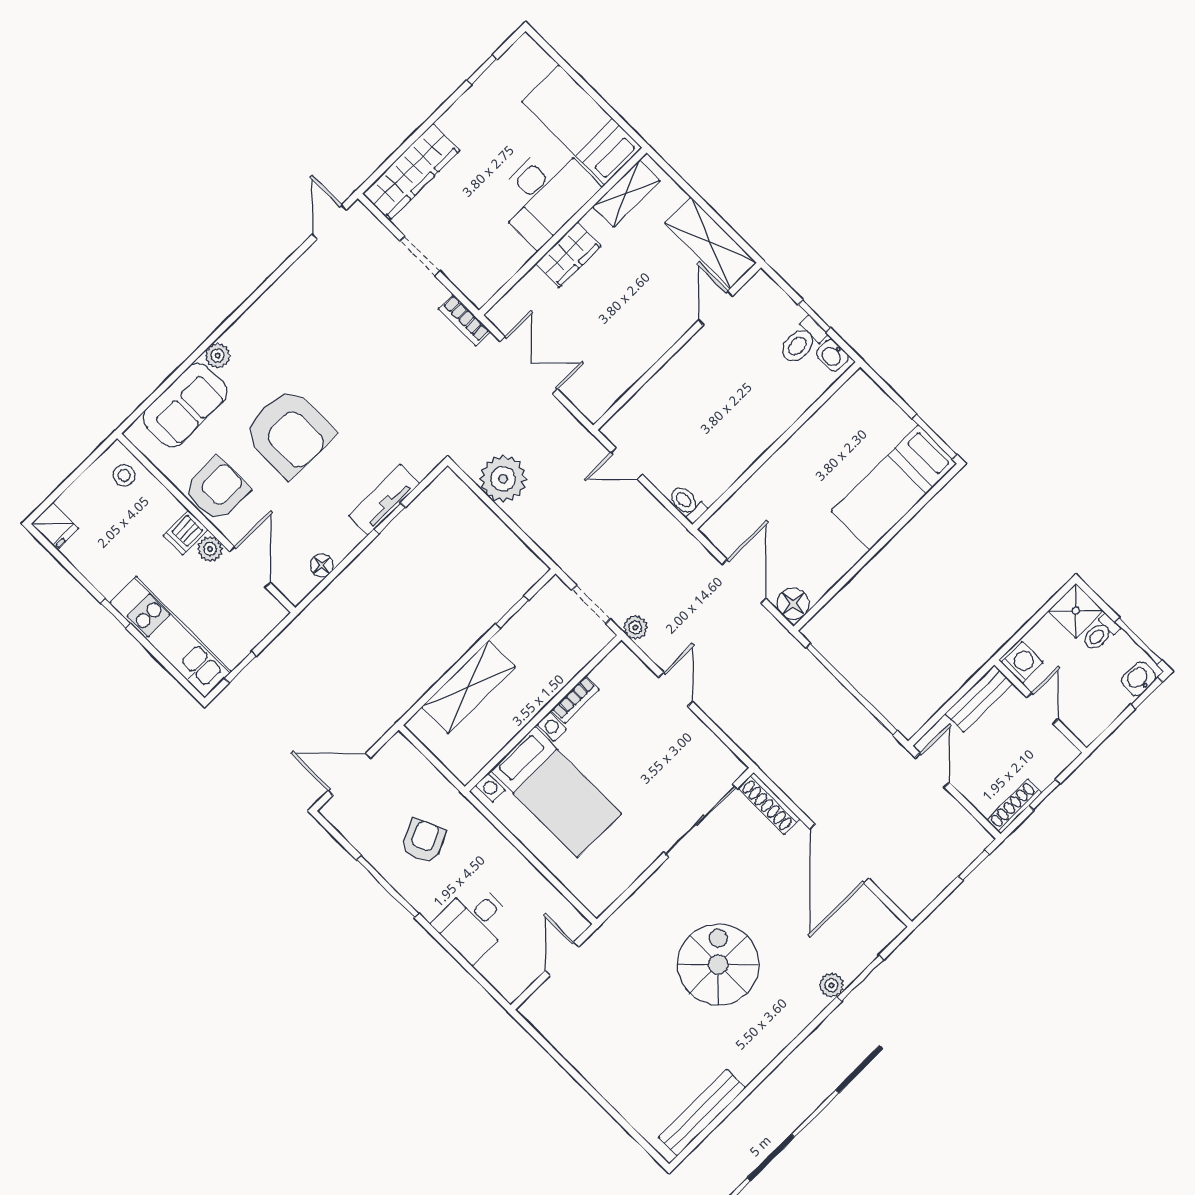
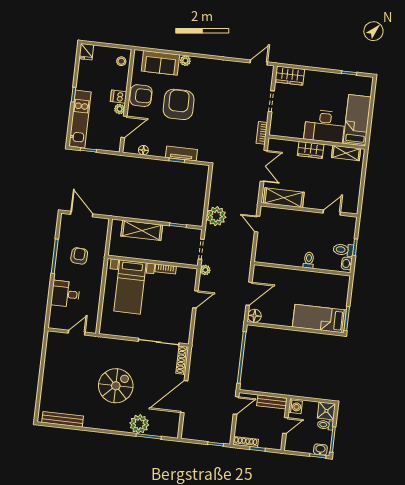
wardrobe: (411, 172) -> (290, 76), width x0.67
shelving: (711, 243) -> (284, 198), moved, turned 90
armchair: (289, 433) -> (179, 104), turned 180
plant: (503, 479) -> (216, 216), moved
toilet: (687, 503) -> (309, 260), moved
armchair: (423, 841) -> (79, 256), turned -63
plant: (832, 985) -> (139, 424), width x1.88, depth x1.88

